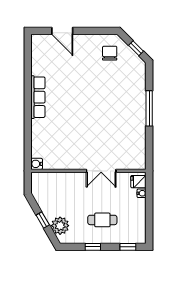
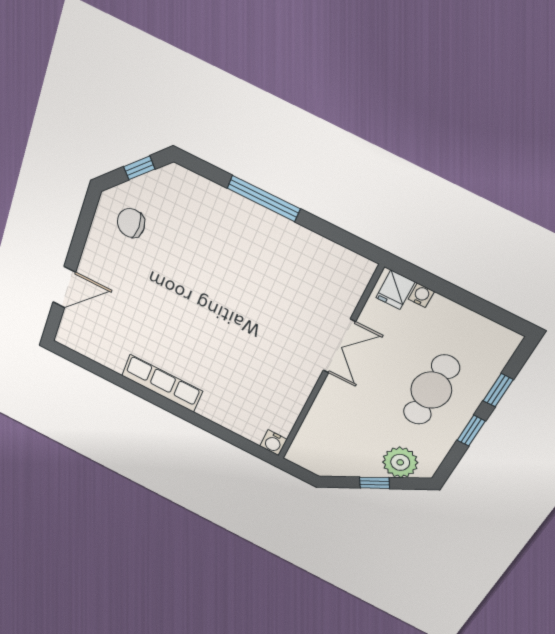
cafe table: (102, 220) -> (431, 390), width x1.37, depth x1.35
window: (128, 247) -> (498, 390), moved

